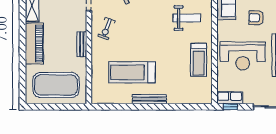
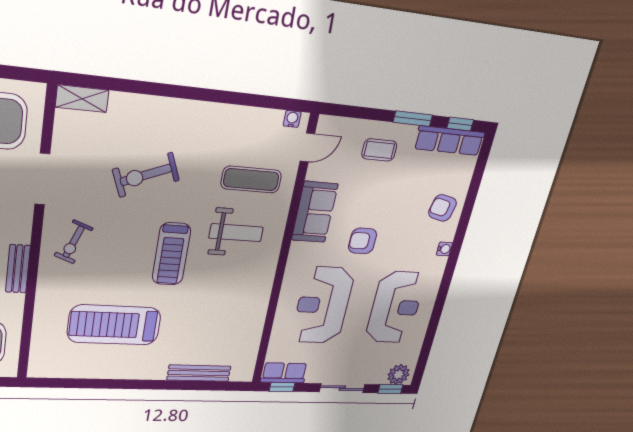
reception desk: (243, 56) -> (323, 305), turned 90
treadmill: (199, 60) -> (171, 254), moved
bench: (149, 99) -> (199, 373), moved

